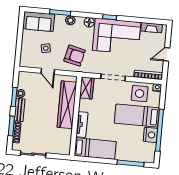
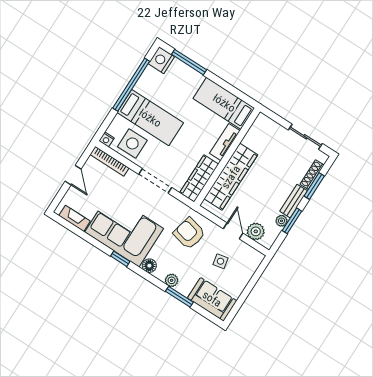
door: (167, 54) -> (73, 175), hinge flipped
plant: (33, 78) -> (256, 231), added
wardrobe: (87, 88) -> (199, 178), width x1.50
nightstand: (150, 135) -> (161, 60), moved

